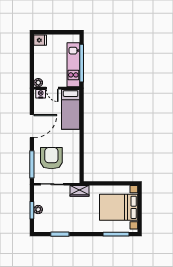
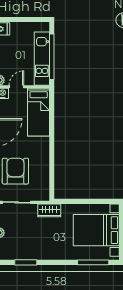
door: (52, 88) -> (16, 87), swing flipped

